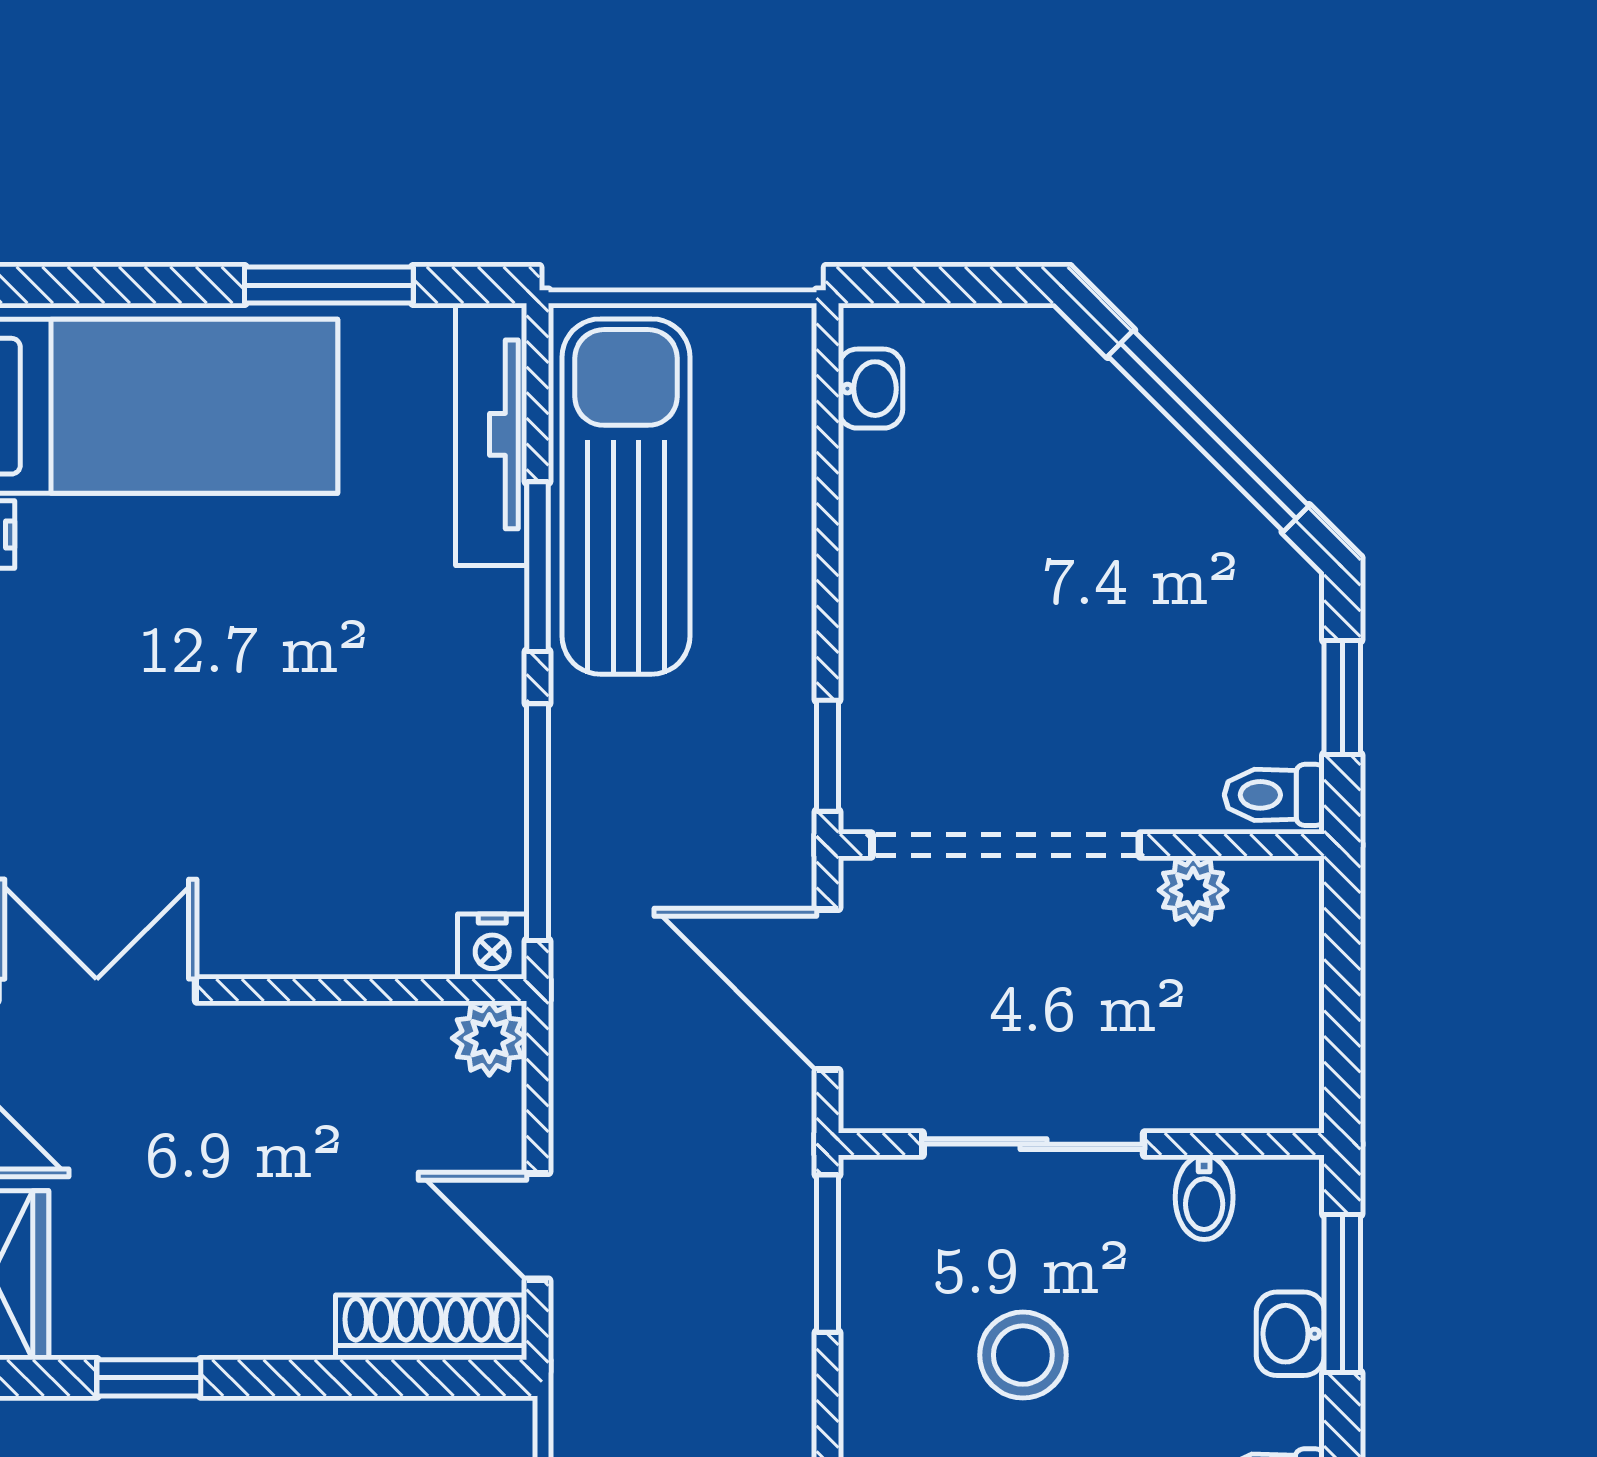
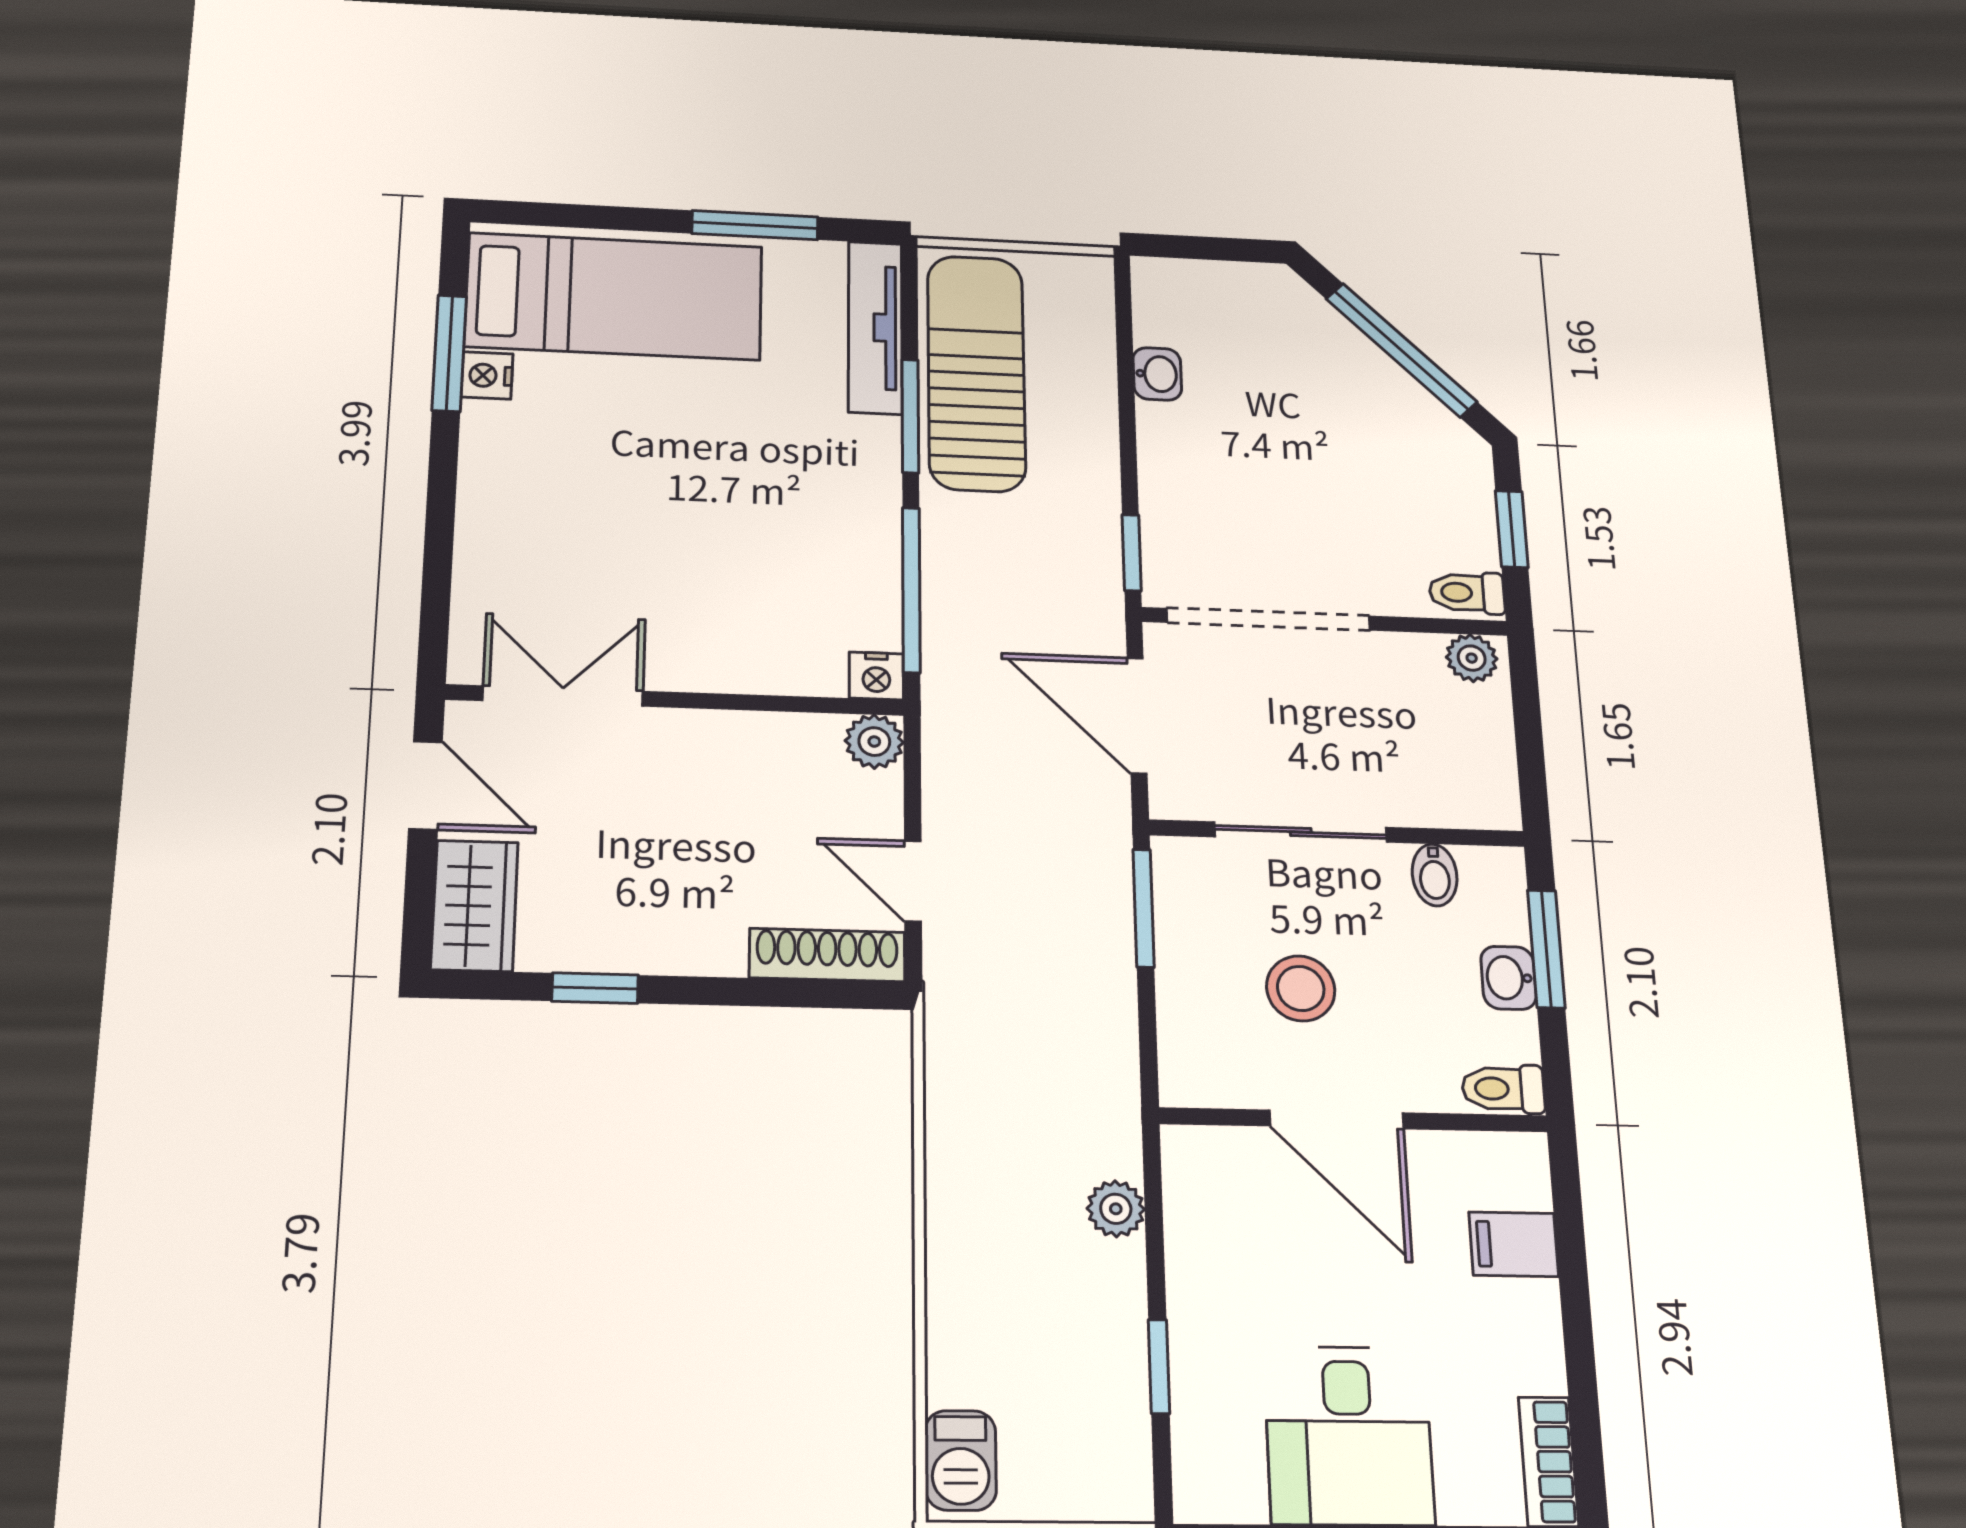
washbasin: (871, 389) -> (1157, 374), moved
plant: (1193, 890) -> (1472, 658), moved

